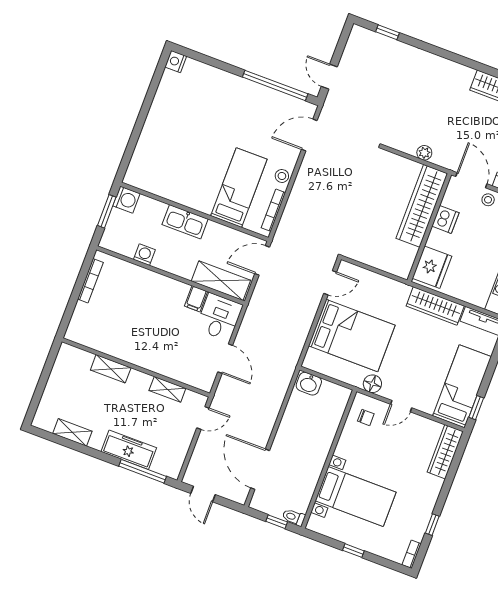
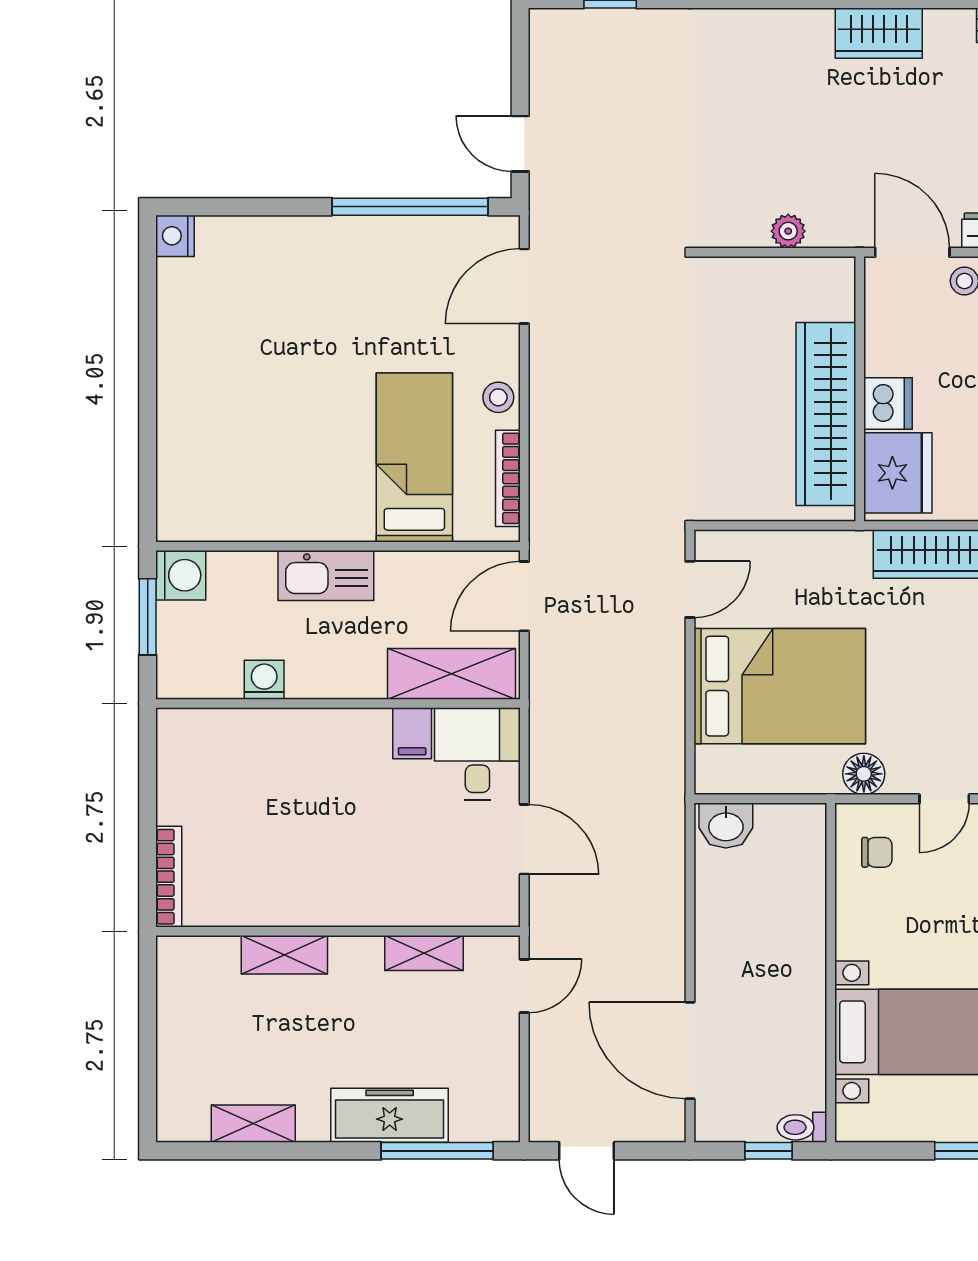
wardrobe: (422, 206) -> (826, 414), moved
dishwasher: (445, 219) -> (888, 403), moved
bookcase: (90, 281) -> (169, 877), moved

